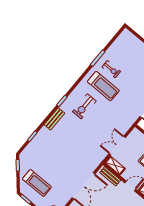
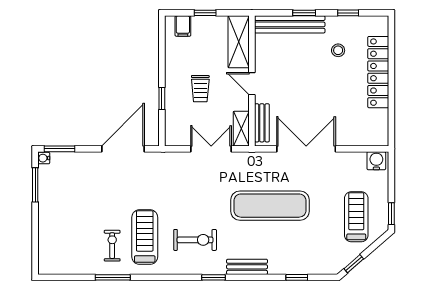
double door: (117, 146) -> (211, 149), swing flipped
exercise mat: (72, 150) -> (270, 206), added

